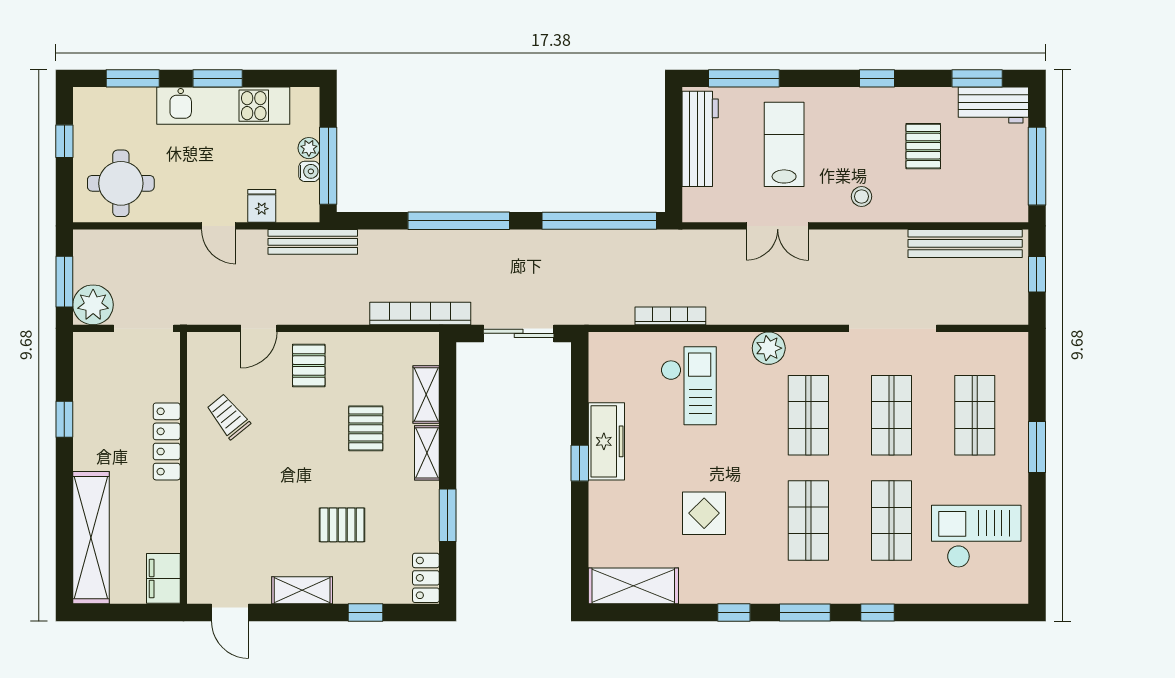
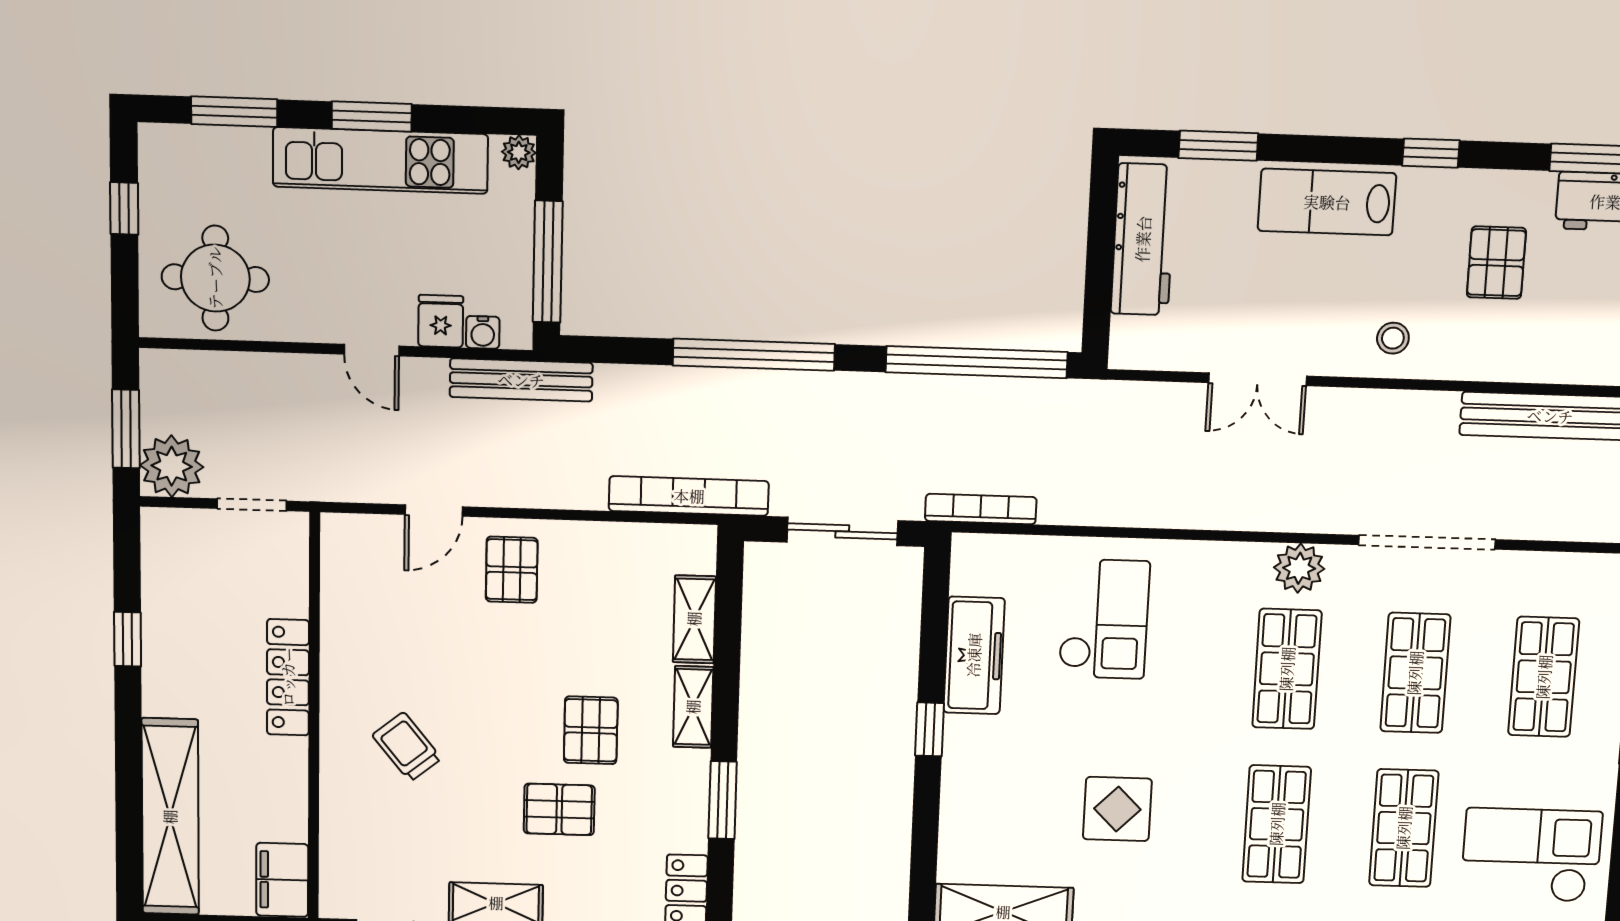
window: (744, 78) -> (1218, 146), width x0.69
lab bench: (784, 144) -> (1327, 202), moved, turned -90
plant: (309, 148) -> (519, 152), moved
water cooler: (309, 171) -> (483, 332), moved, turned 90
bookcase: (670, 316) -> (981, 509), moved
doorway: (144, 328) -> (252, 505), width x0.73
plant: (769, 348) -> (1299, 568), moved
trolley: (228, 416) -> (407, 747), moved
pallet: (366, 428) -> (591, 730), moved
freezer: (606, 441) -> (974, 655), moved

